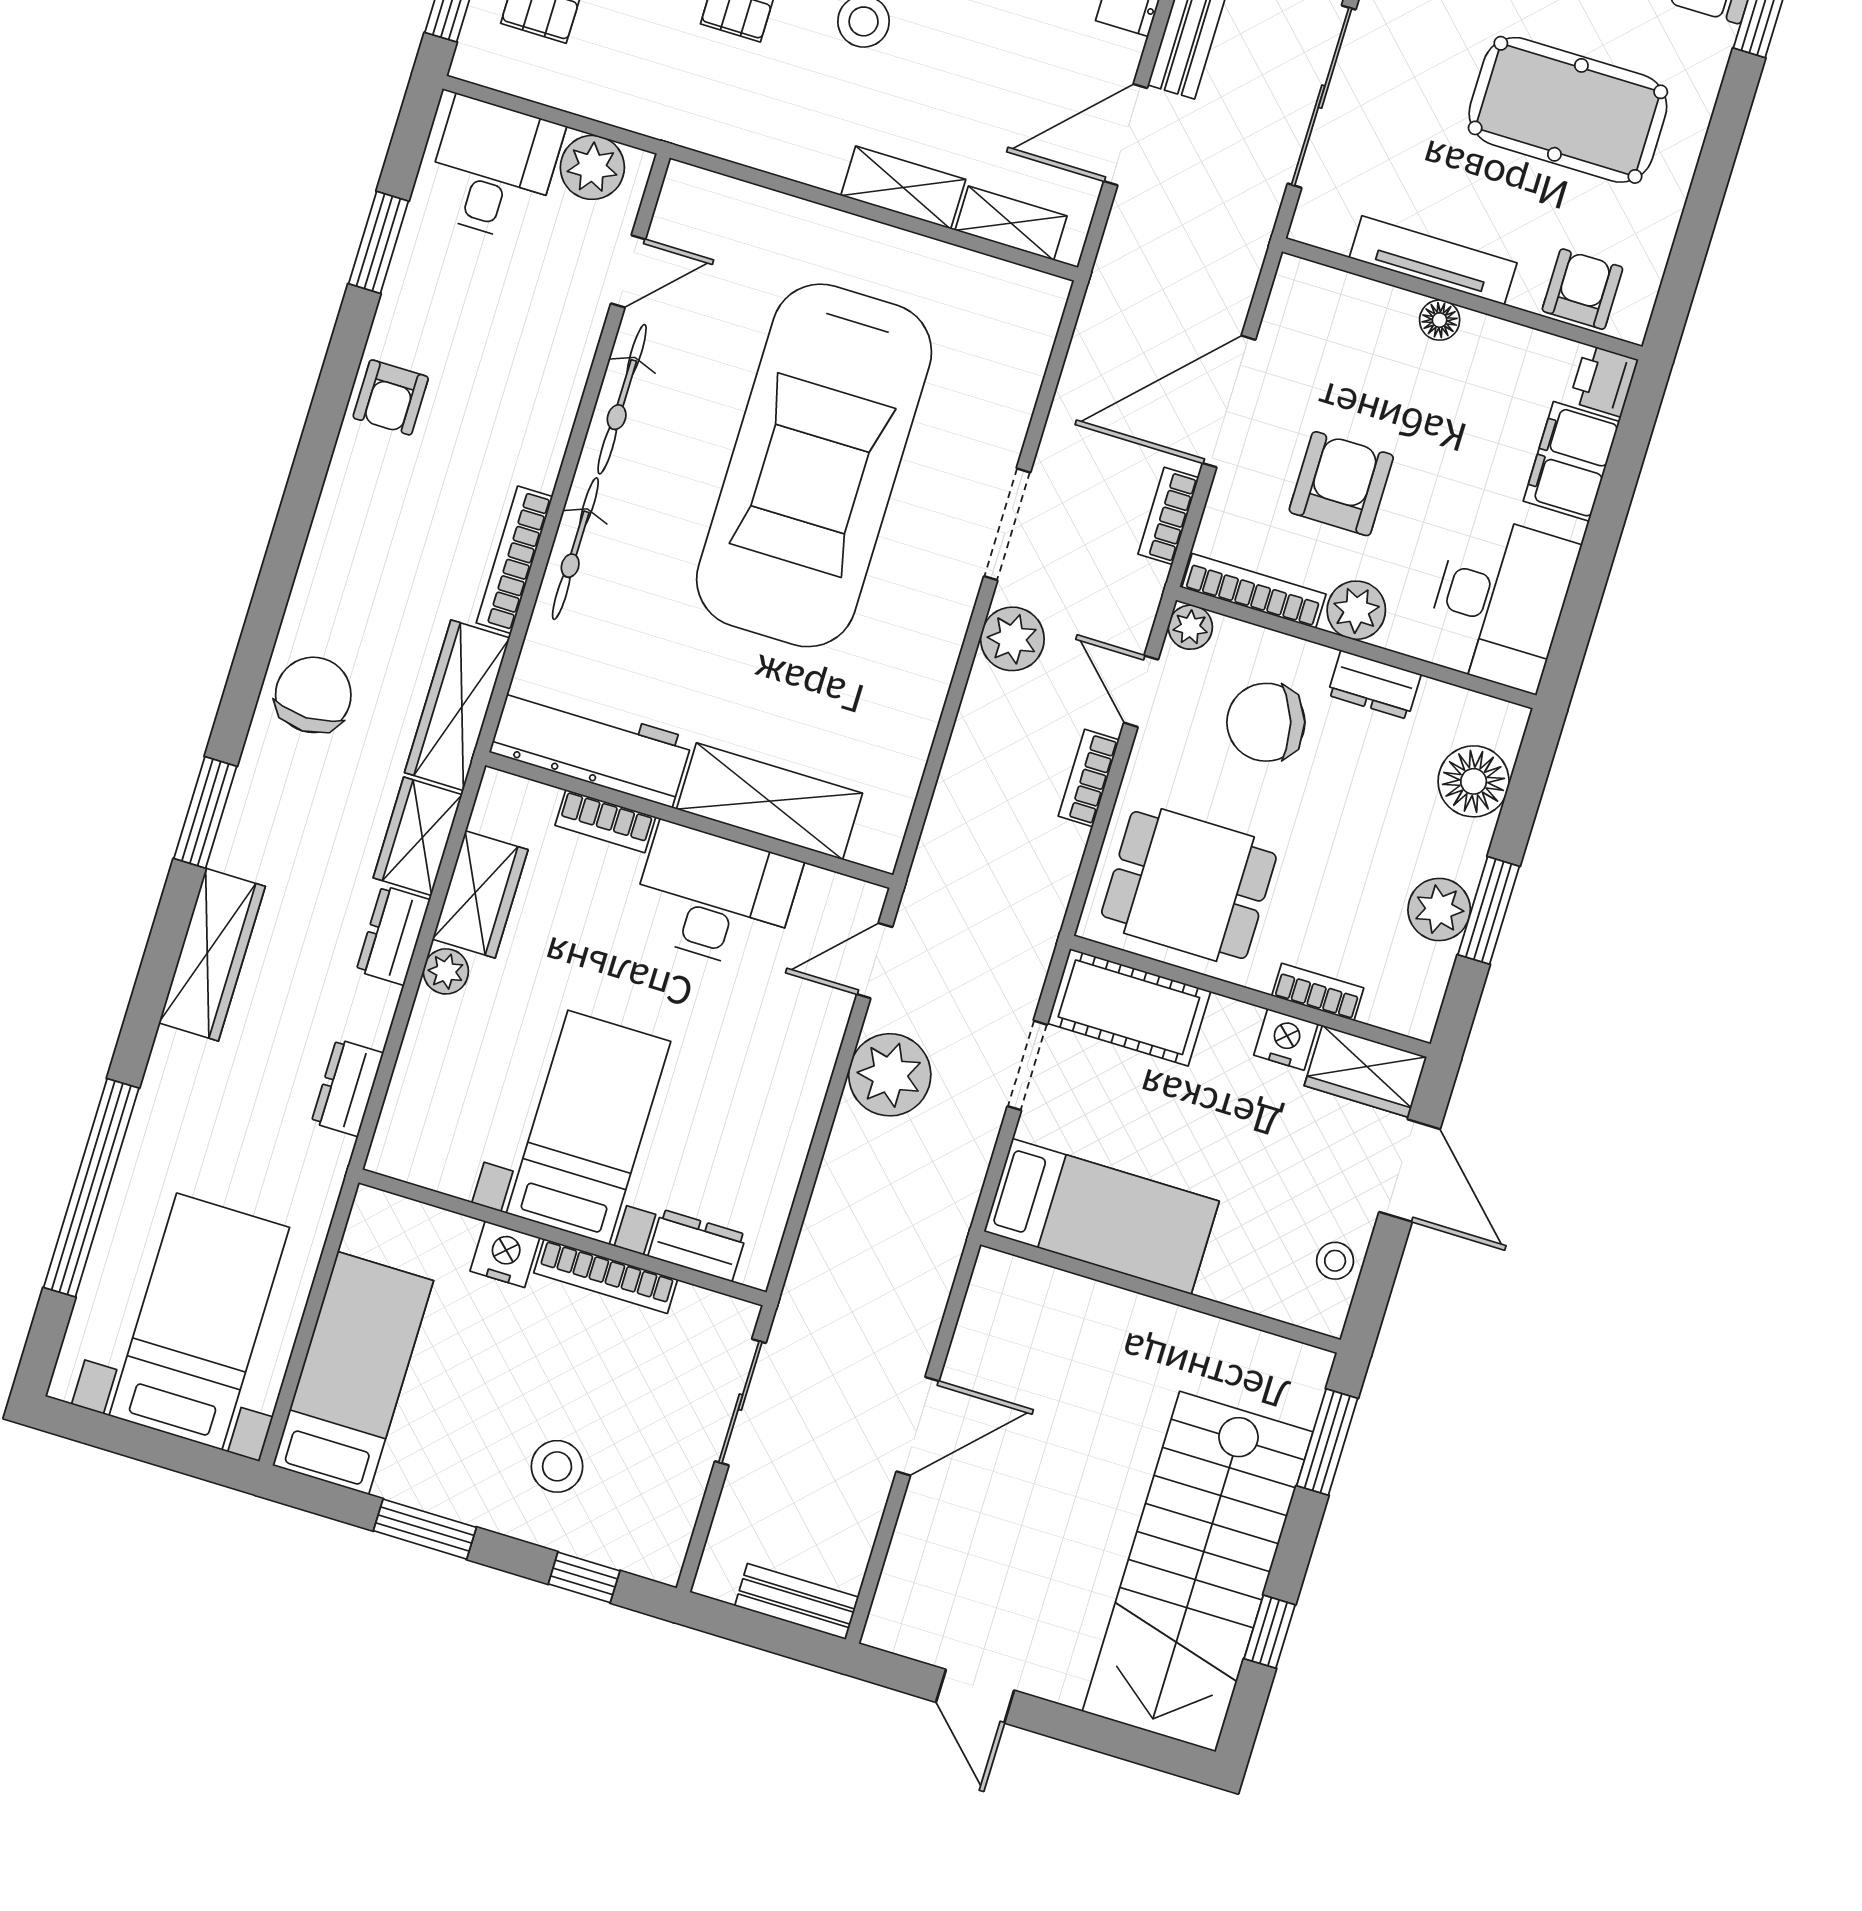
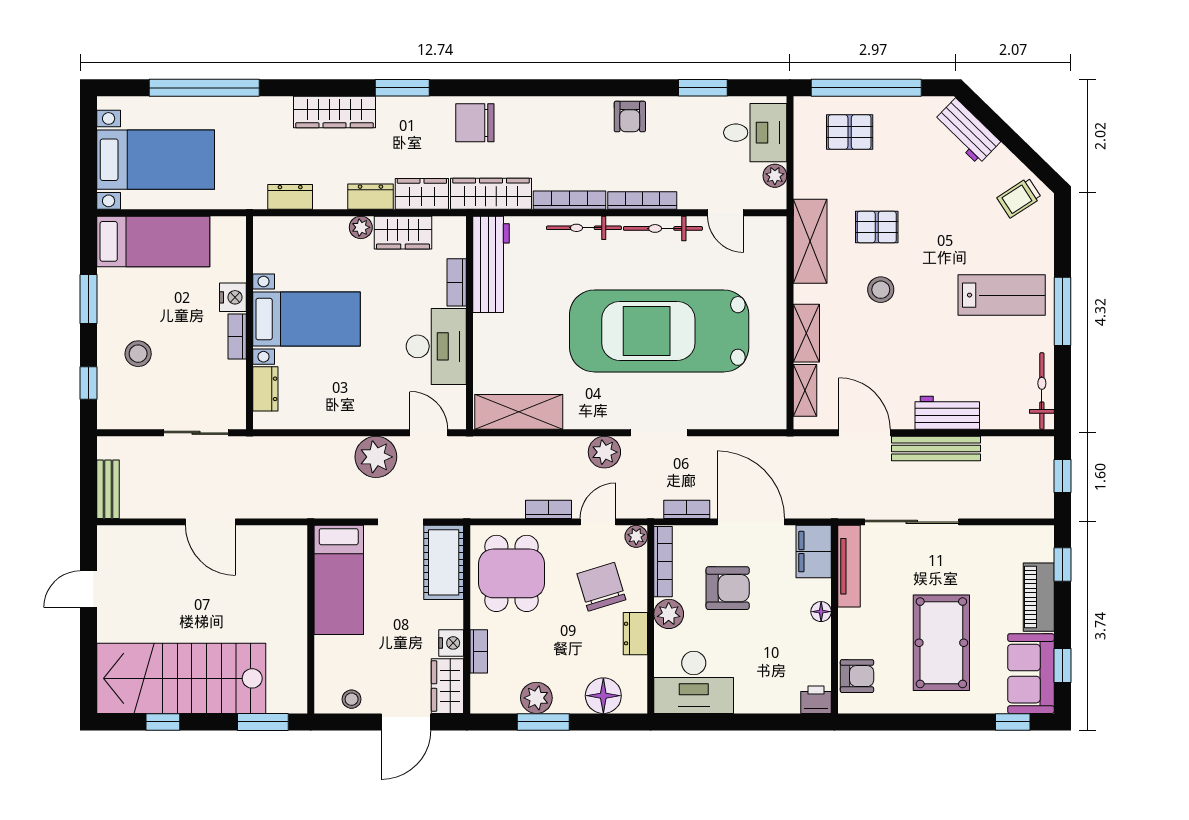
shelving: (731, 127) -> (810, 241), added
plant: (592, 167) -> (775, 176), width x0.73, depth x0.73
tv unit: (1433, 260) -> (849, 566), moved
armchair: (391, 397) -> (630, 117), turned -90
bookcase: (557, 422) -> (642, 201), added
filing cabinet: (1572, 461) -> (814, 552), moved, turned -90
chair: (313, 695) -> (475, 123), turned 180
shelving: (770, 801) -> (519, 412), moved, turned 90
bookcase: (606, 1276) -> (237, 337), width x0.64

